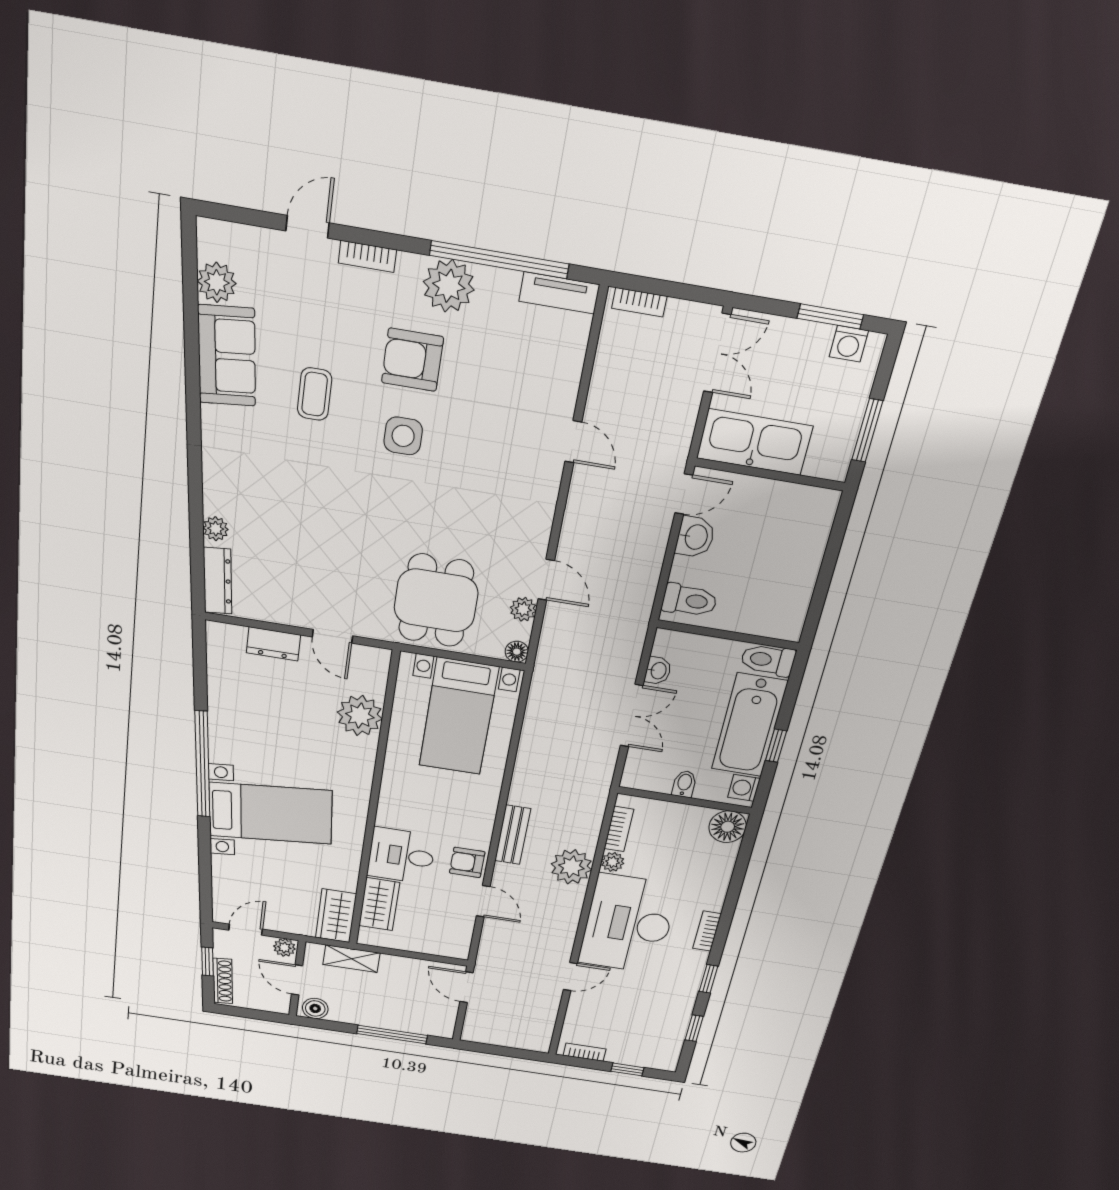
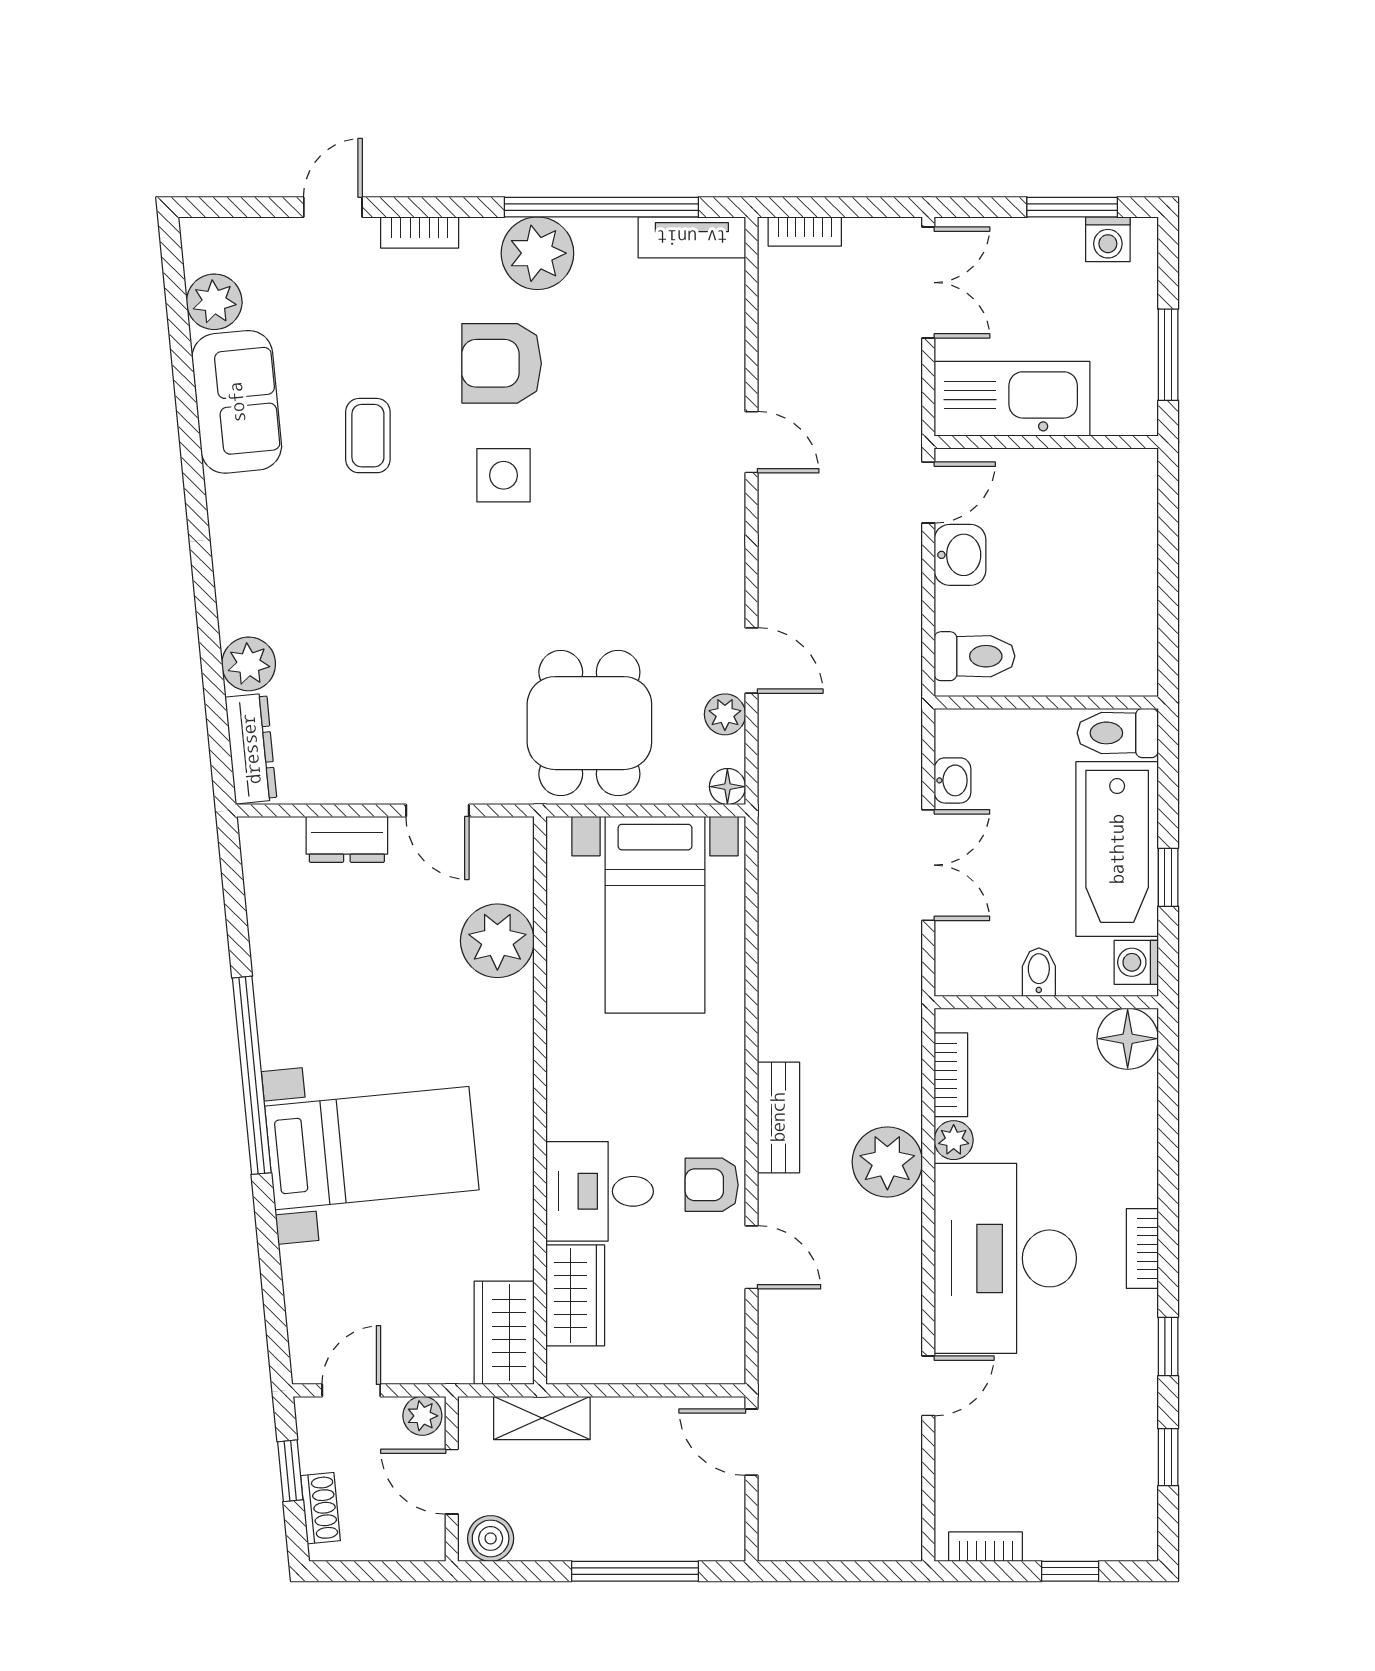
plant: (216, 529) -> (249, 664), width x1.38, depth x1.38
shoe rack: (223, 981) -> (321, 1508), width x0.70

